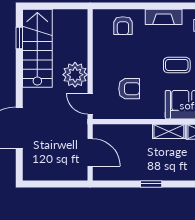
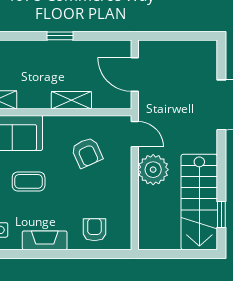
armchair: (129, 89) -> (87, 152), turned -114
shelving: (169, 131) -> (71, 100), moved

